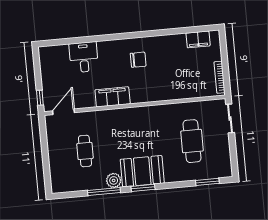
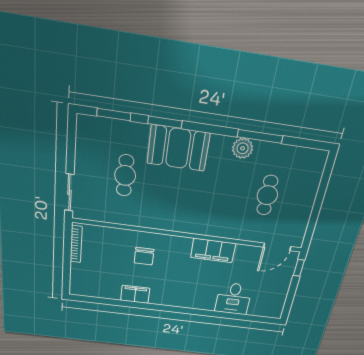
filing cabinet: (198, 39) -> (135, 294), moved
chair: (138, 60) -> (144, 256), moved, turned -90
cafe table: (192, 141) -> (125, 175), width x0.73, depth x0.74
booth: (142, 171) -> (178, 148), moved
window: (143, 188) -> (165, 122), moved

